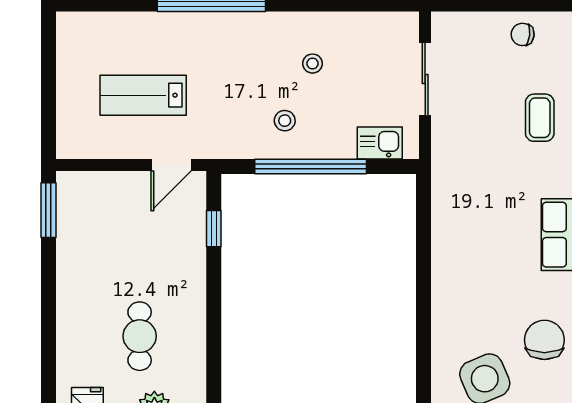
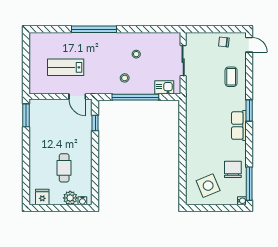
door: (171, 165) -> (77, 96), hinge flipped

